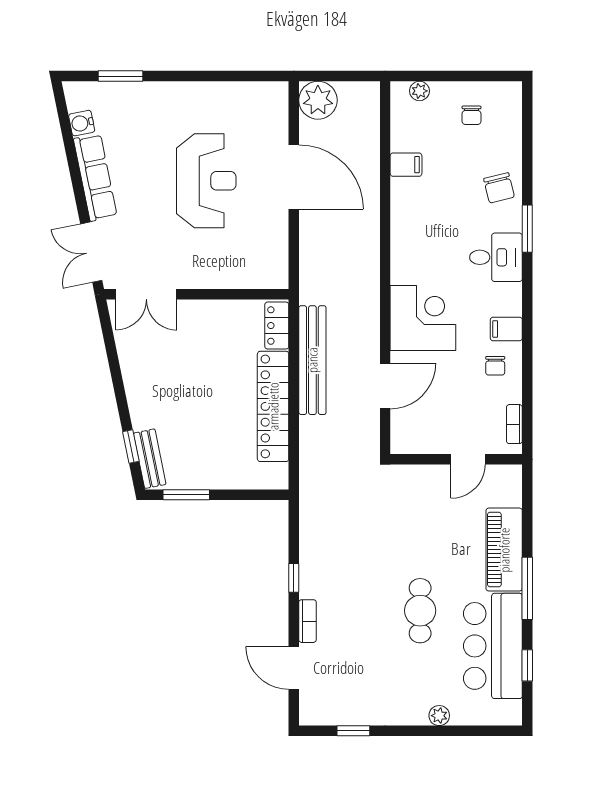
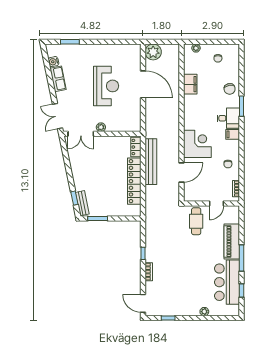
filing cabinet: (406, 165) -> (190, 84), width x2.00
row of seats: (95, 177) -> (58, 79), width x0.68
plant: (194, 279) -> (101, 127), added
filing cabinet: (506, 329) -> (233, 134), moved
cafe table: (420, 611) -> (196, 221), moved
door: (294, 668) -> (143, 303), moved

